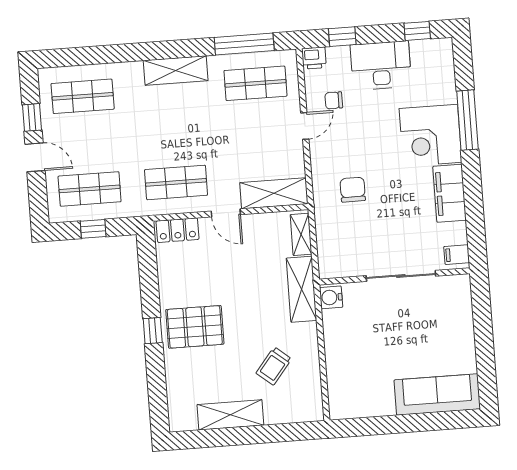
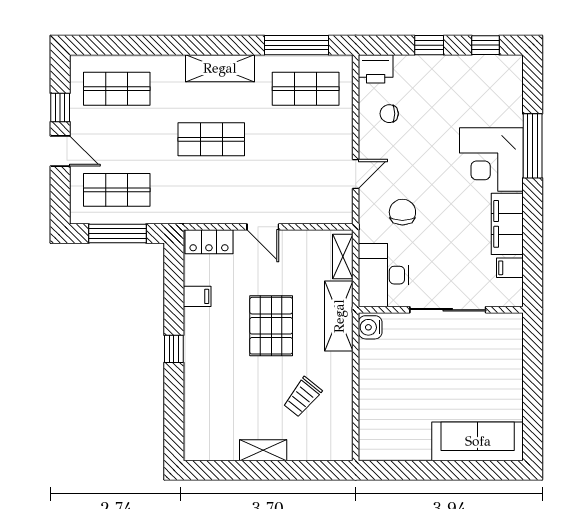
window: (342, 37) -> (429, 45), moved
printer: (314, 58) -> (376, 69), width x1.36, depth x1.24
desk: (381, 65) -> (383, 275), moved, turned -90
door: (305, 126) -> (356, 174), moved
shop shelf: (176, 182) -> (211, 139), moved
shelving: (274, 193) -> (317, 210), removed
window: (93, 229) -> (118, 234), width x2.17
filing cabinet: (457, 255) -> (510, 268), moved
filing cabinet: (170, 281) -> (197, 296), added
pallet: (195, 327) -> (271, 326), moved, turned 90
shelving: (230, 415) -> (263, 450), width x0.67, depth x0.75

